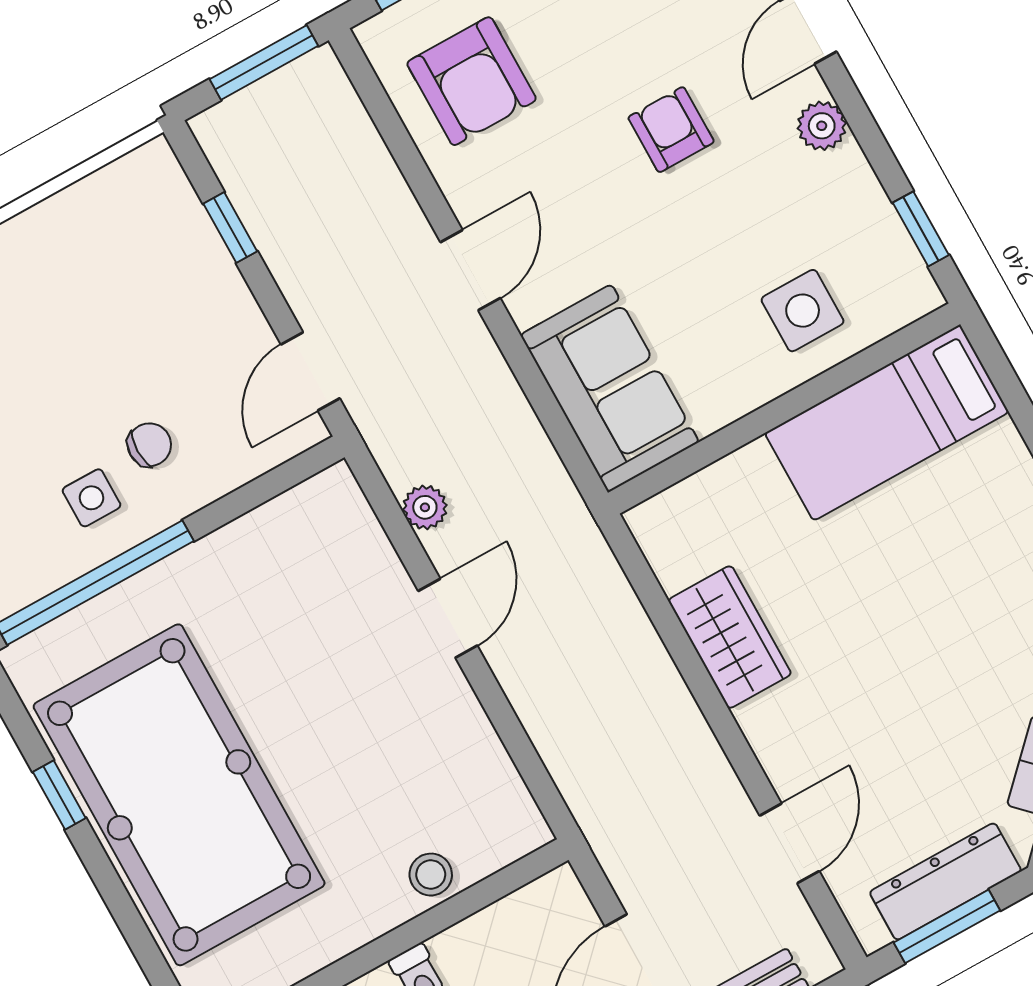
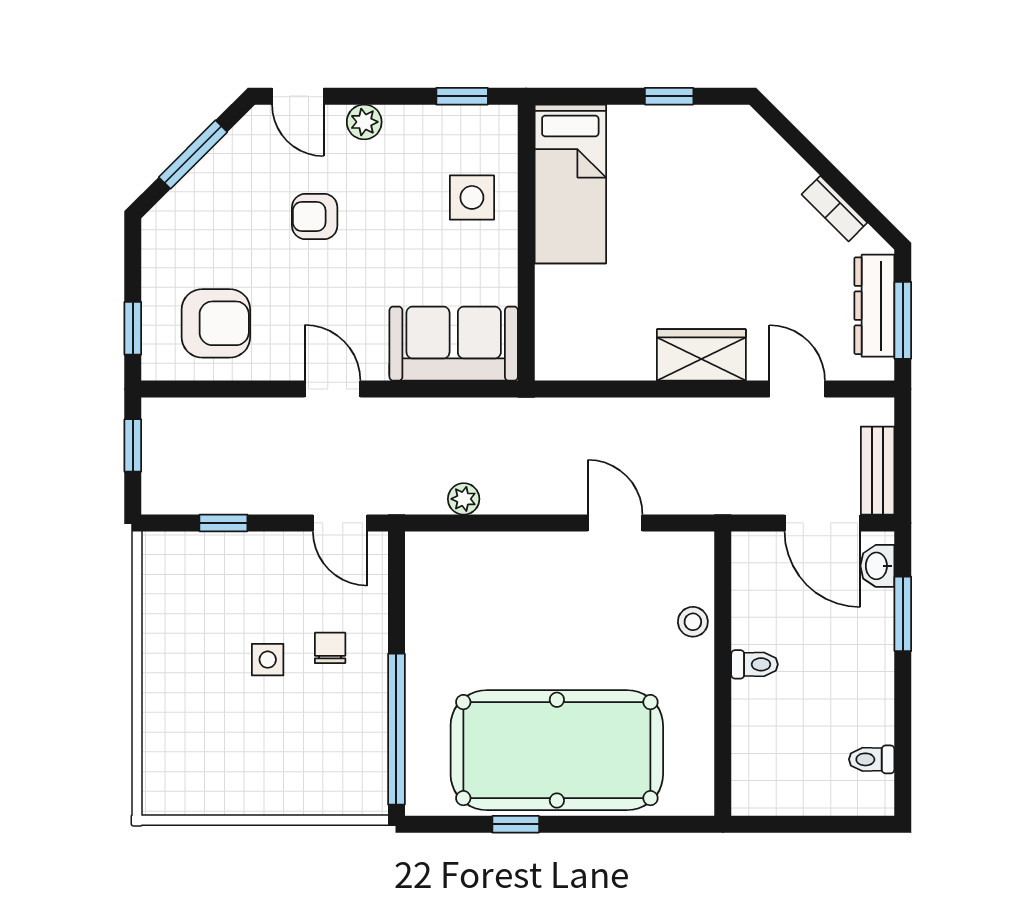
window: (264, 62) -> (133, 445), width x0.67
side table: (92, 498) -> (268, 660), moved
door: (448, 618) -> (615, 523), moved
wardrobe: (730, 637) -> (701, 355), moved

